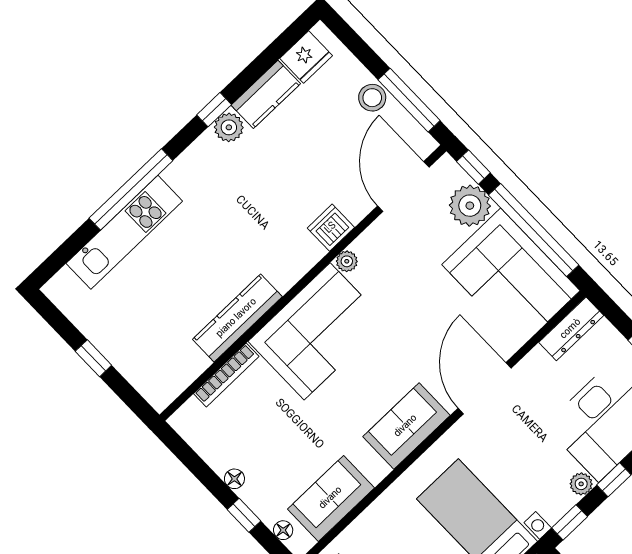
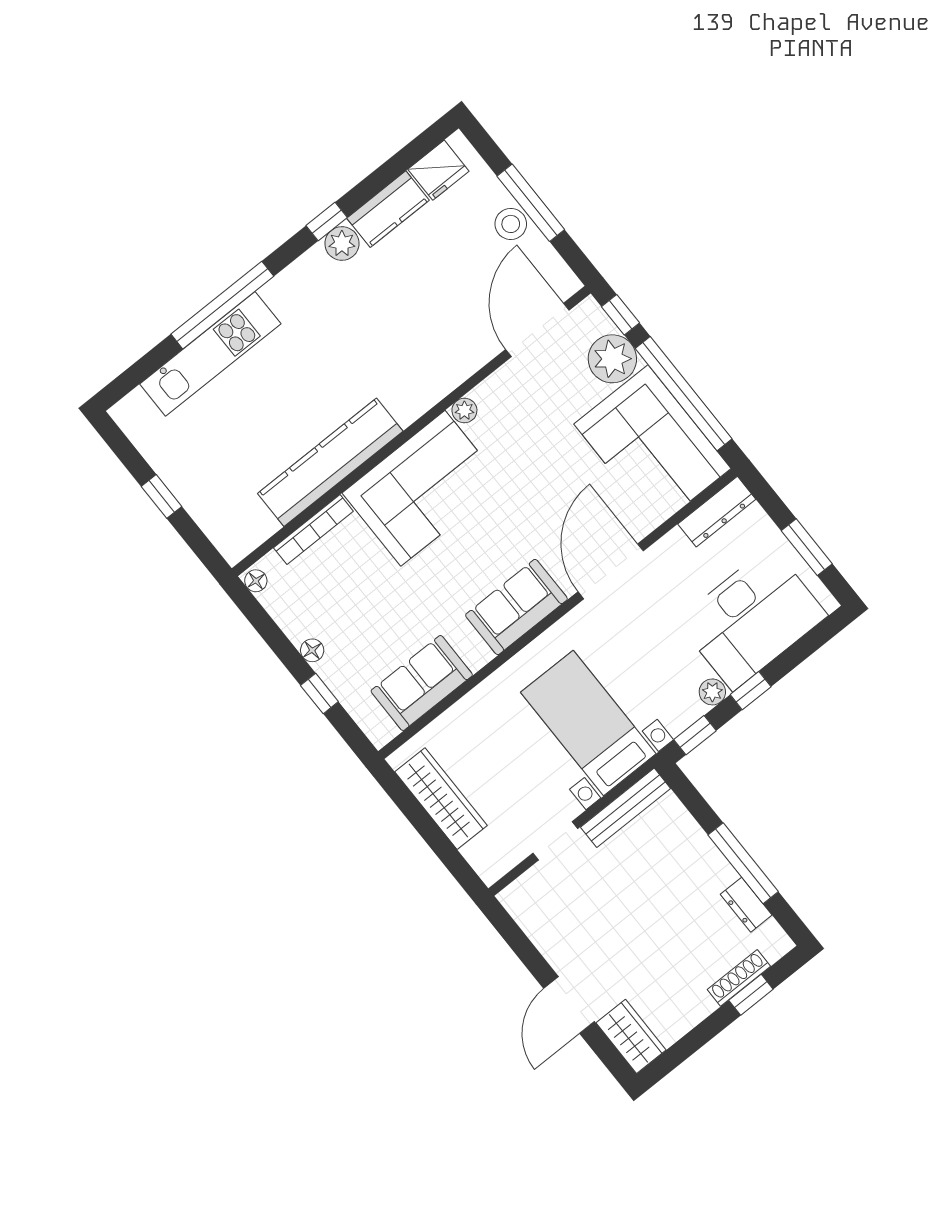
window: (409, 100) -> (531, 203), moved
dishwasher: (331, 228) -> (449, 370), removed
kitchen counter: (237, 318) -> (330, 462), width x1.39, depth x1.17
floor lamp: (283, 530) -> (256, 581), moved

